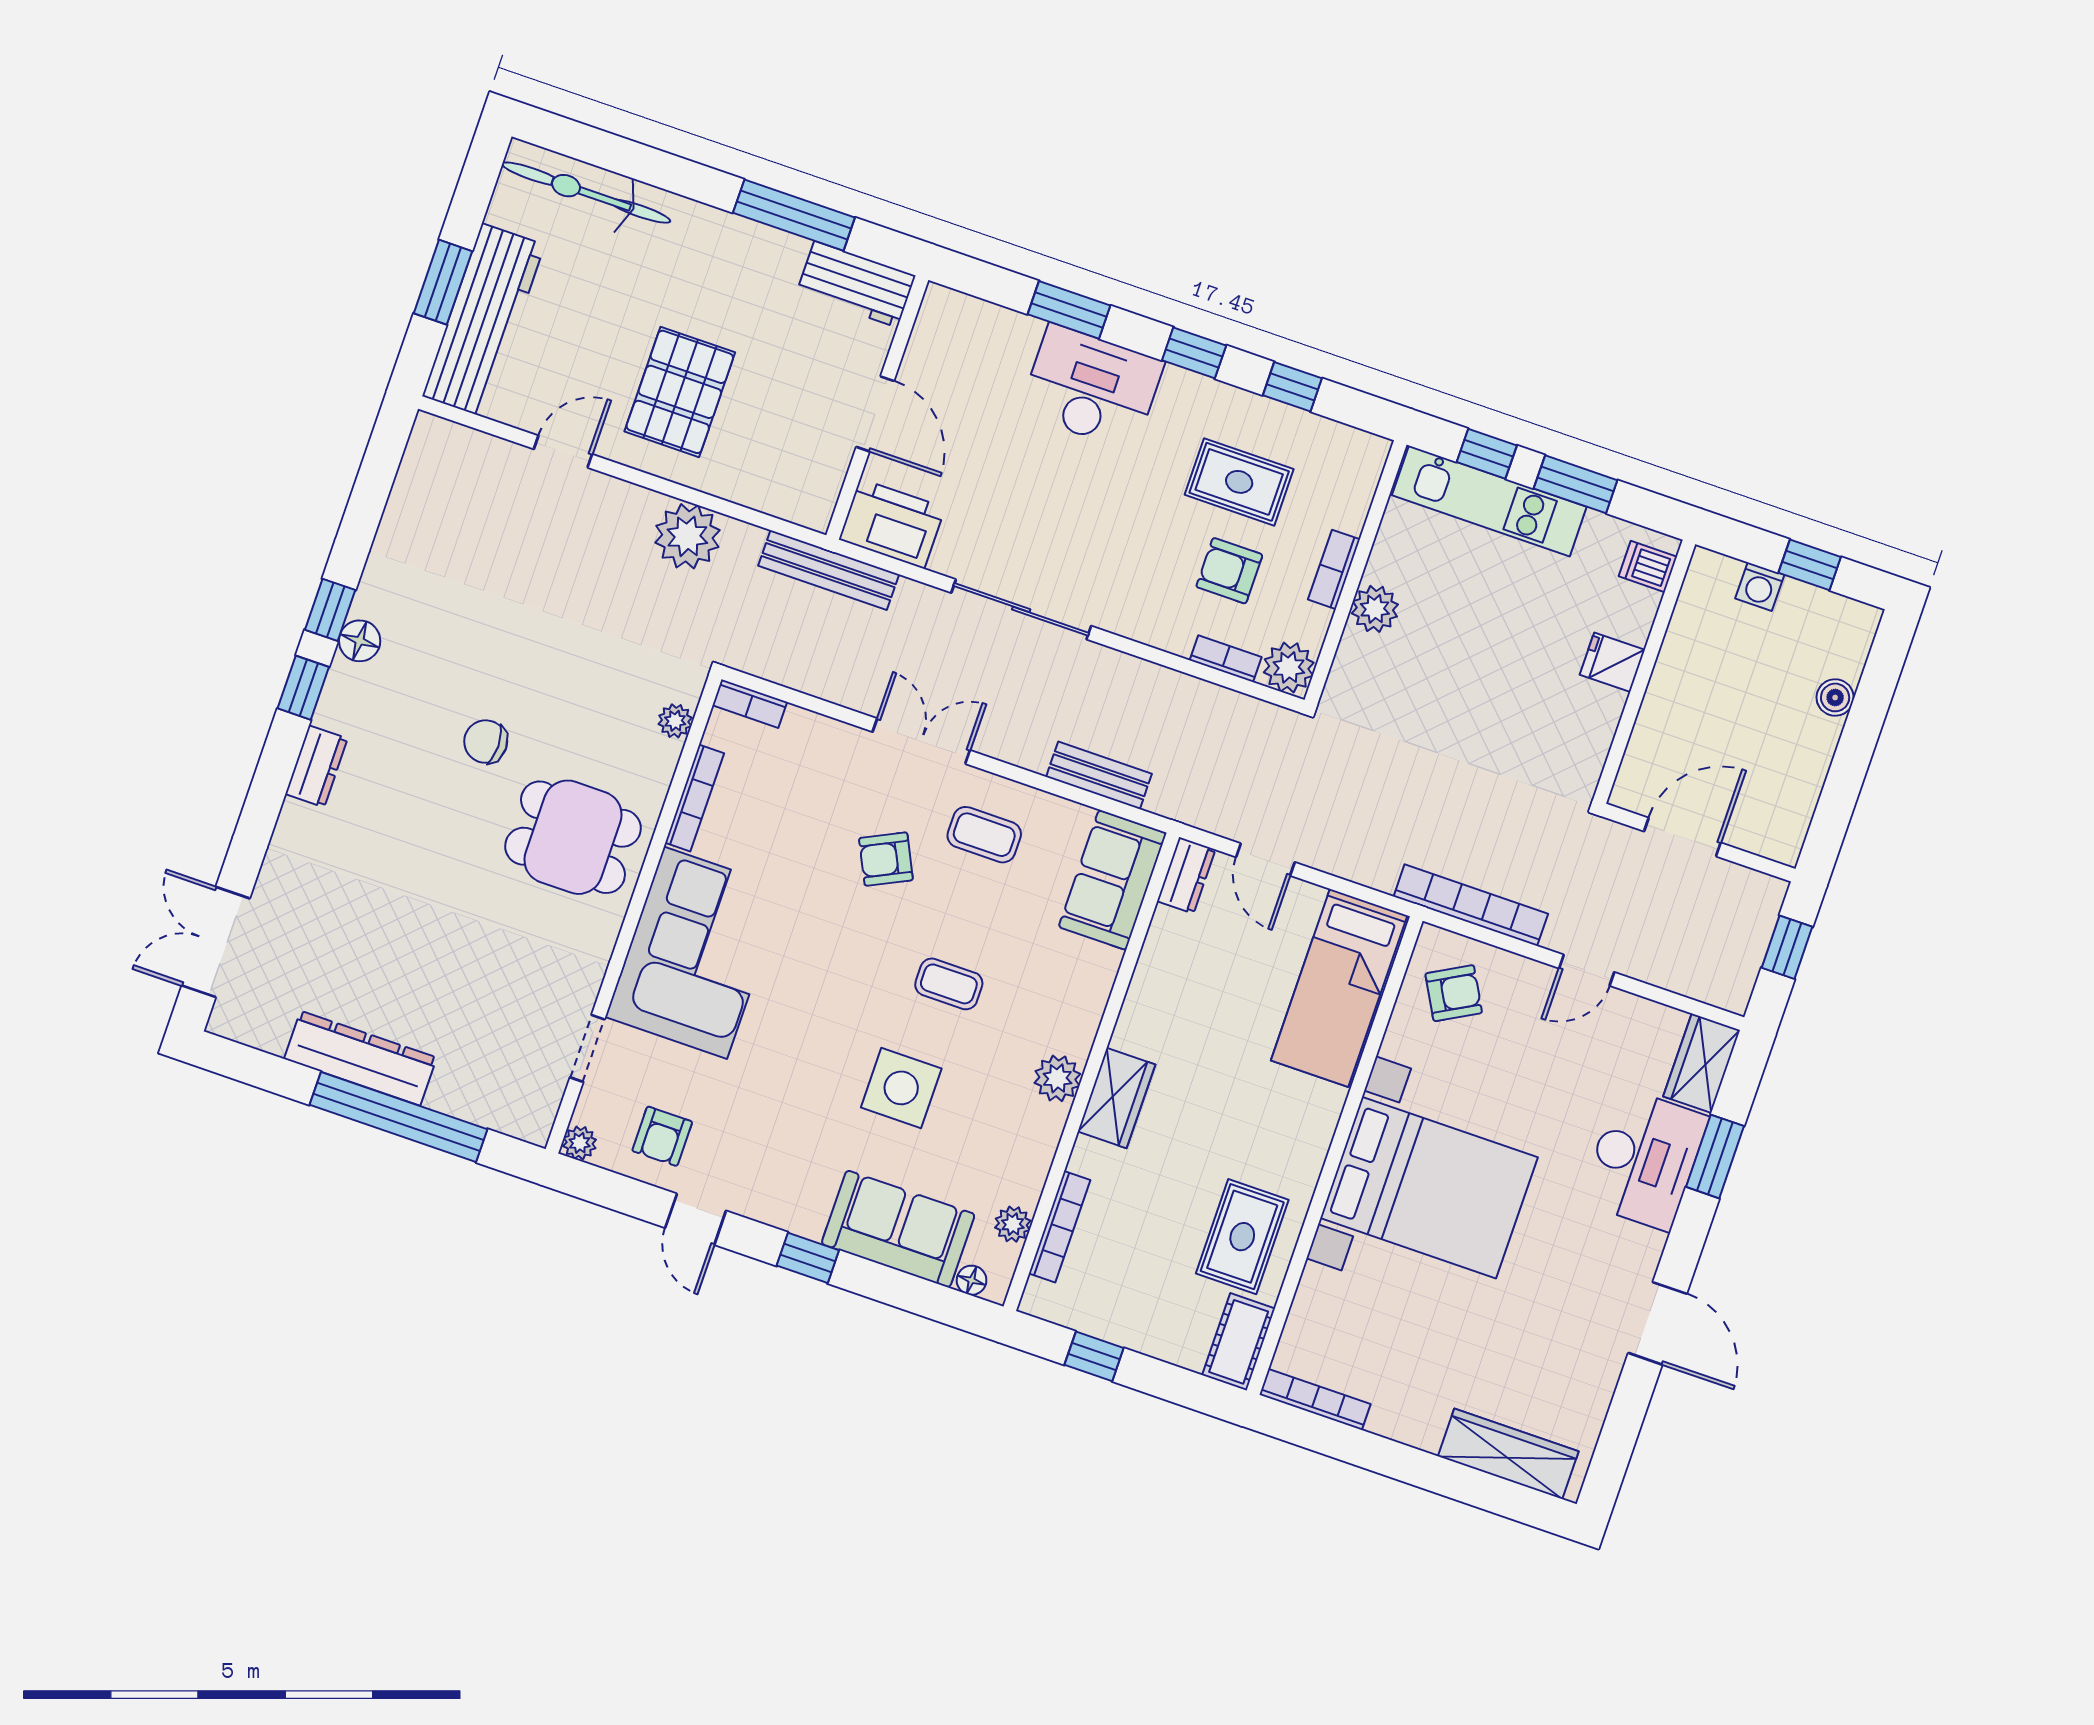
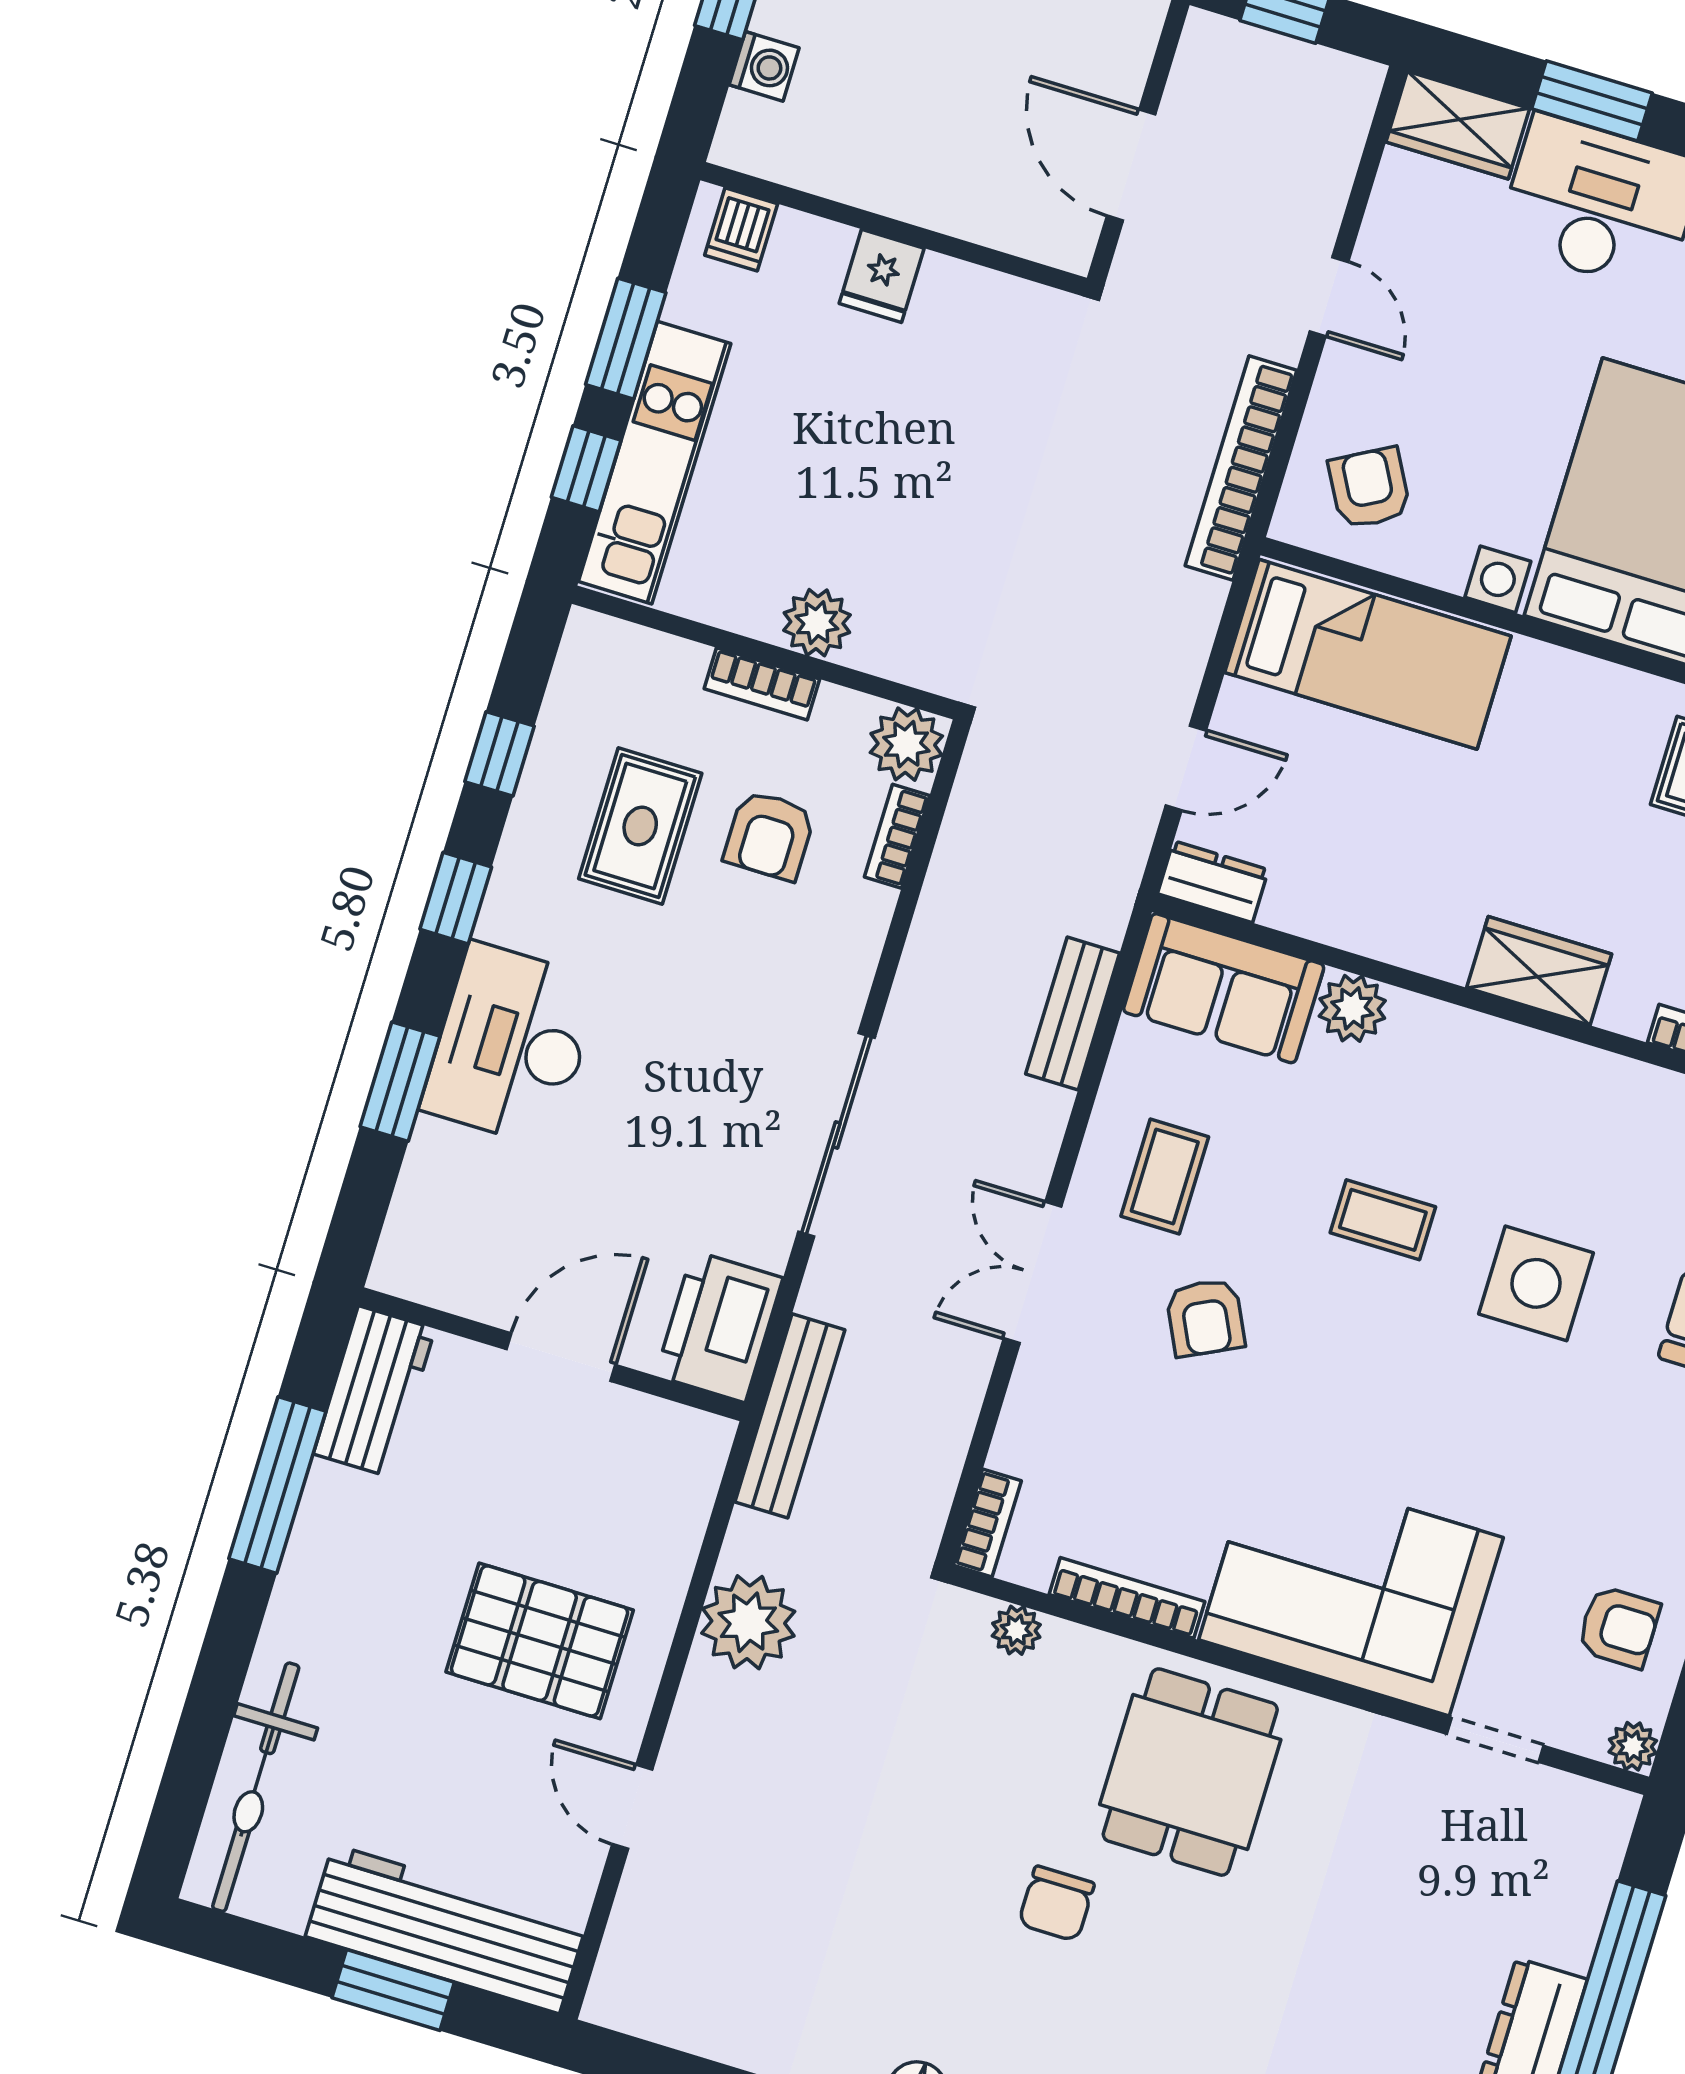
coffee table: (949, 984) -> (1383, 1220), turned 90
plant: (1057, 1078) -> (1352, 1008), moved

